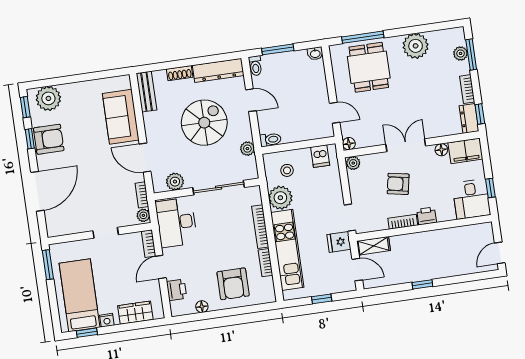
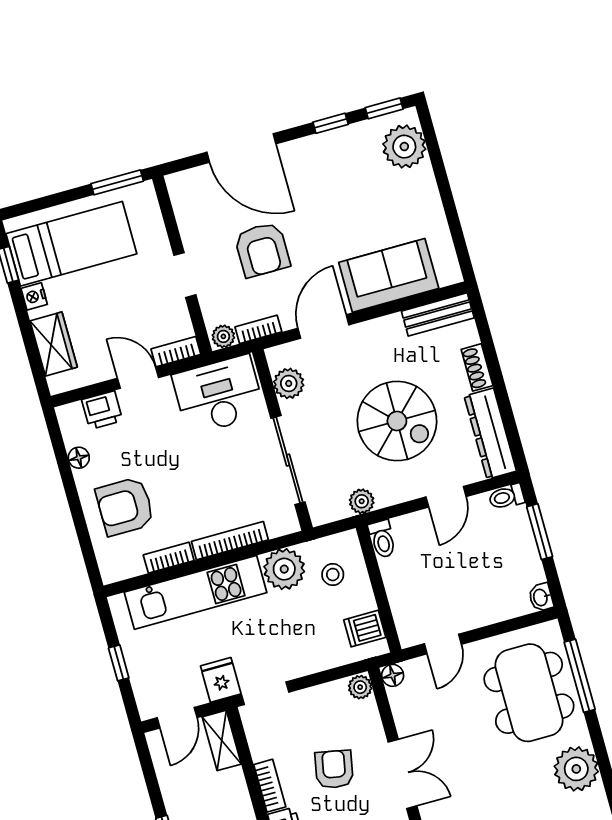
dining table: (369, 67) -> (529, 693), width x1.38
armchair: (49, 139) -> (262, 250), moved

